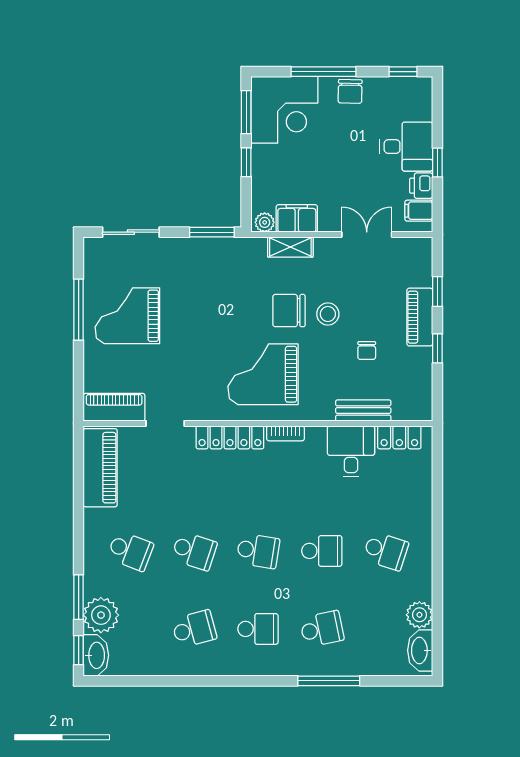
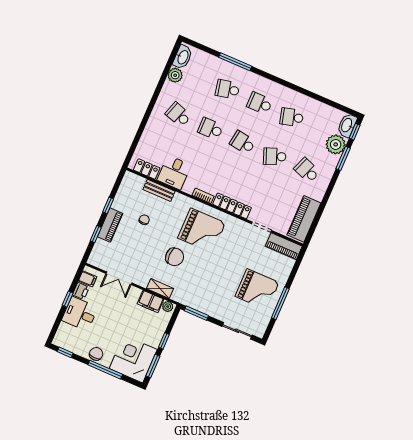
stool: (328, 314) -> (156, 247), removed
school desk: (194, 551) -> (275, 156), turned -39

